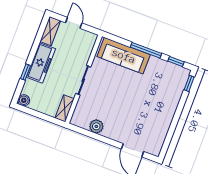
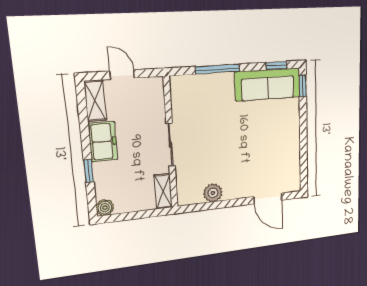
window: (146, 50) -> (217, 69), moved
sofa: (124, 56) -> (268, 84), moved
freezer: (41, 63) -> (103, 142), width x0.71

